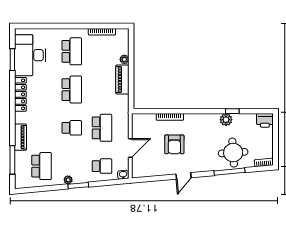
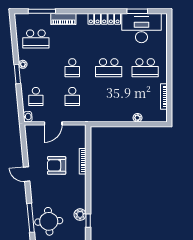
piano: (122, 79) -> (118, 116), removed
school desk: (102, 128) -> (72, 96), width x0.54
door: (130, 148) -> (53, 123), hinge flipped

